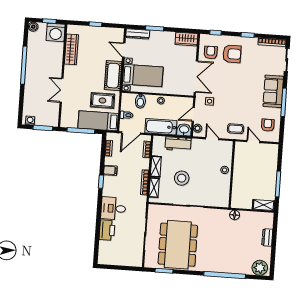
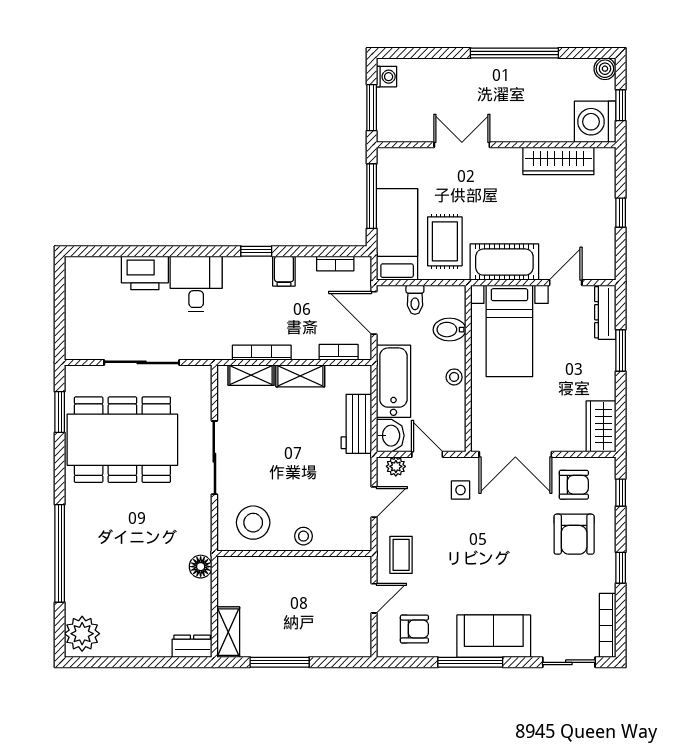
stool: (182, 178) -> (253, 523), moved
dresser: (267, 237) -> (192, 646), moved

